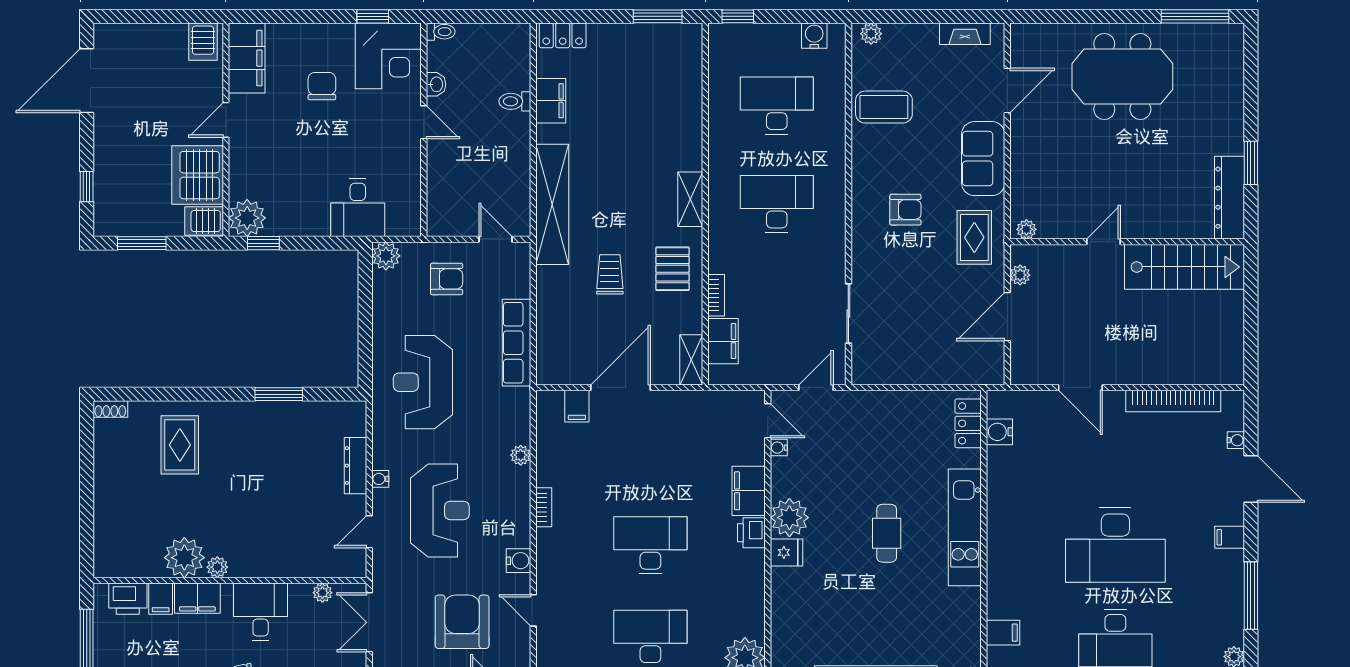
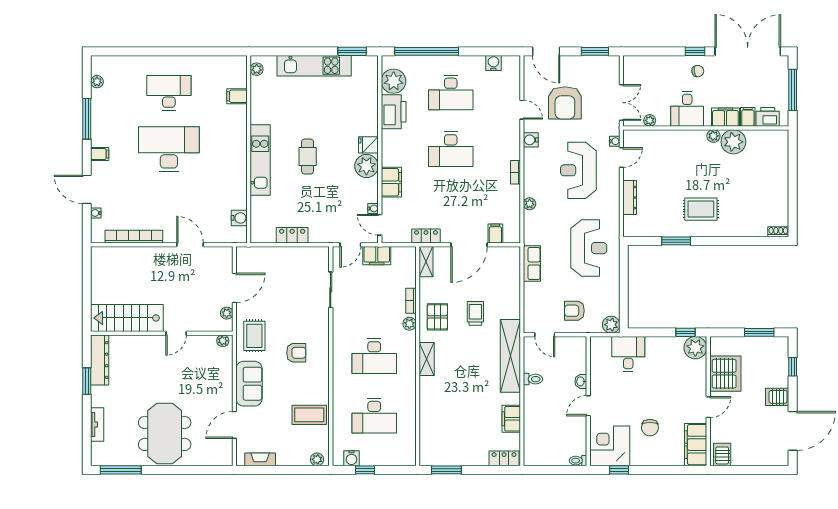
window: (738, 16) -> (365, 470), moved
meeting table: (1122, 76) -> (165, 433), turned 90
washbasin: (436, 84) -> (581, 381), moved
tv unit: (1234, 91) -> (97, 424), added
toilet: (515, 101) -> (533, 379), moved
door: (424, 122) -> (588, 406), hinge flipped
armchair: (905, 210) -> (296, 353), turned 180
server rack: (204, 221) -> (777, 397), moved, turned 180
plant: (719, 257) -> (409, 324), added
trolley: (610, 274) -> (475, 313), turned 180
filing cabinet: (723, 341) -> (377, 256), moved, turned -90
row of seats: (517, 343) -> (532, 263), width x0.68
locker: (691, 402) -> (426, 236), added
locker: (968, 423) -> (292, 235), moved, turned -90
rug: (180, 445) -> (701, 209), moved, turned 90
water cooler: (380, 479) -> (615, 141), moved
printer: (751, 533) -> (394, 112), moved, width x1.87, depth x1.48

